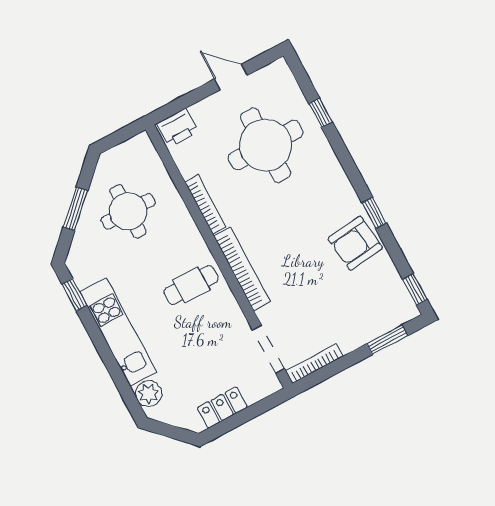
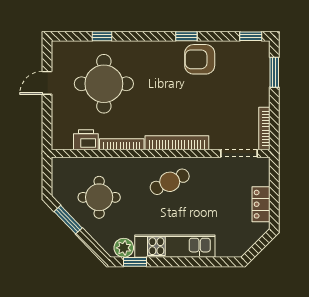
printer: (177, 128) -> (86, 140), moved, turned -90
window: (76, 209) -> (68, 220), moved
armchair: (355, 243) -> (200, 59), turned 97
cafe table: (191, 285) -> (170, 182), turned 65
plant: (149, 394) -> (124, 248), moved

